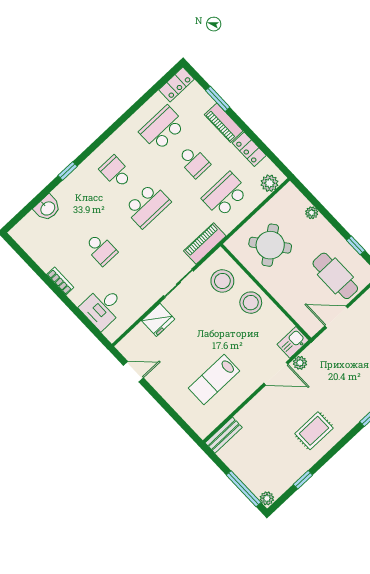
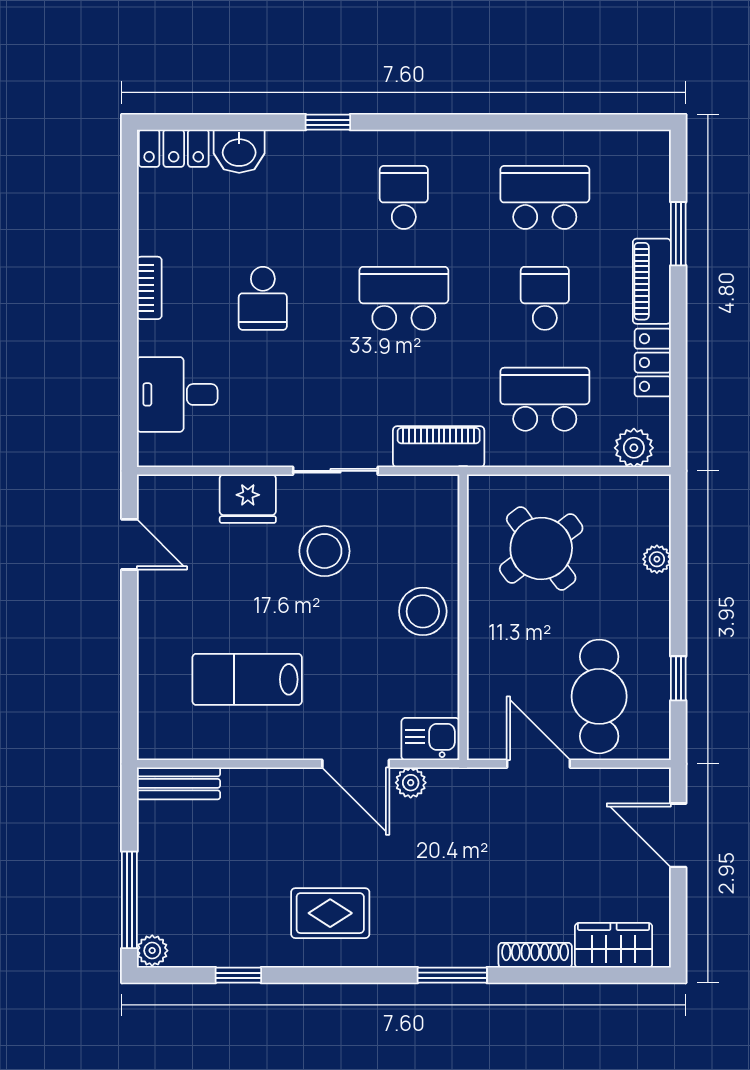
locker: (177, 84) -> (174, 148), moved
school desk: (194, 162) -> (545, 298), turned 180
school desk: (147, 205) -> (404, 298), turned 180
stool: (222, 281) -> (324, 551), moved

